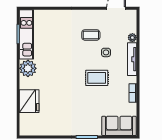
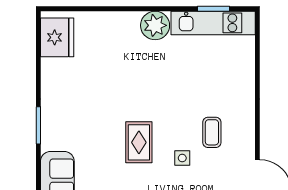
fridge: (29, 101) -> (57, 37), moved, turned -90

